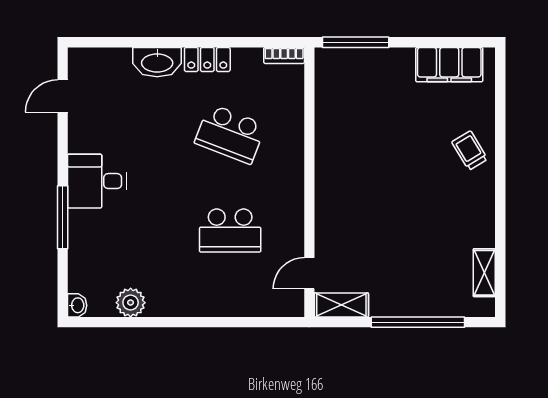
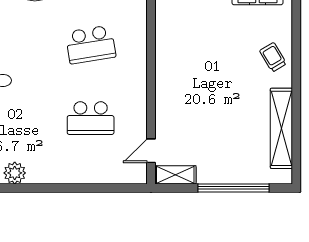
school desk: (230, 134) -> (91, 45), turned -30
shelving: (484, 273) -> (281, 128), width x2.20, depth x1.33

